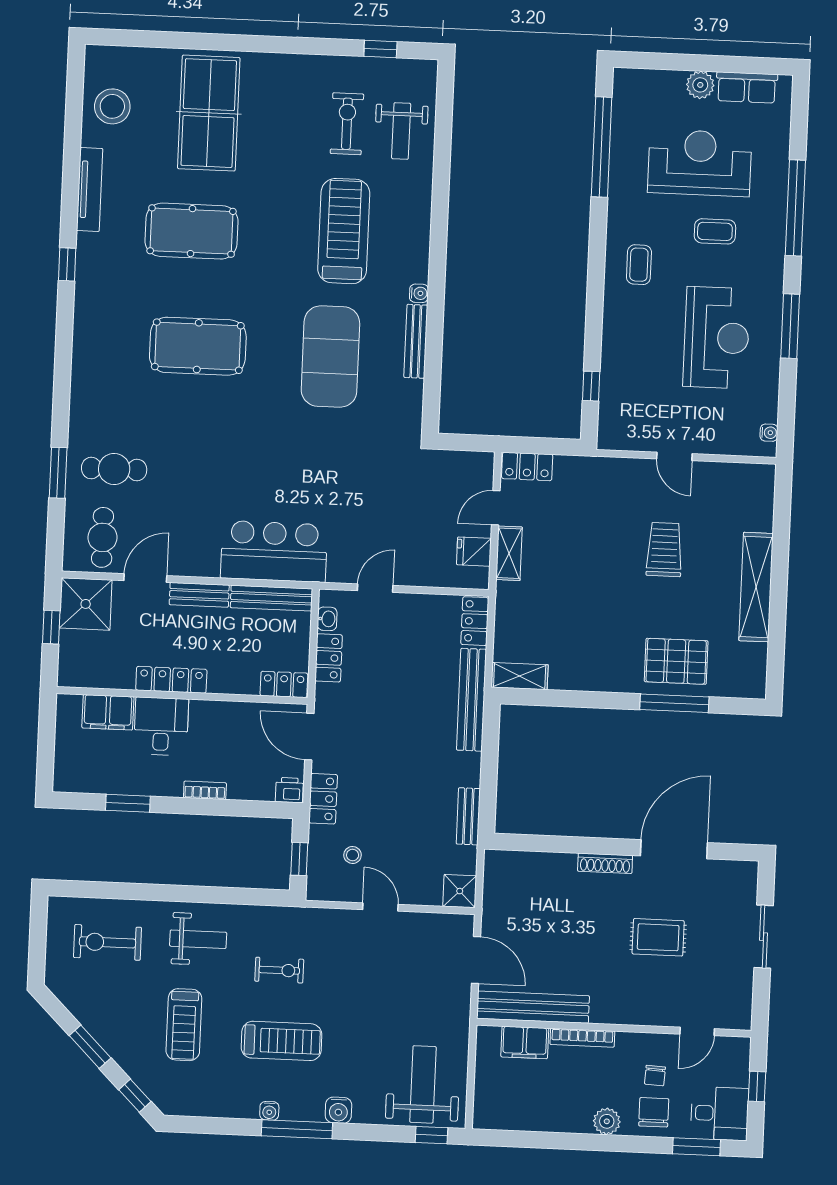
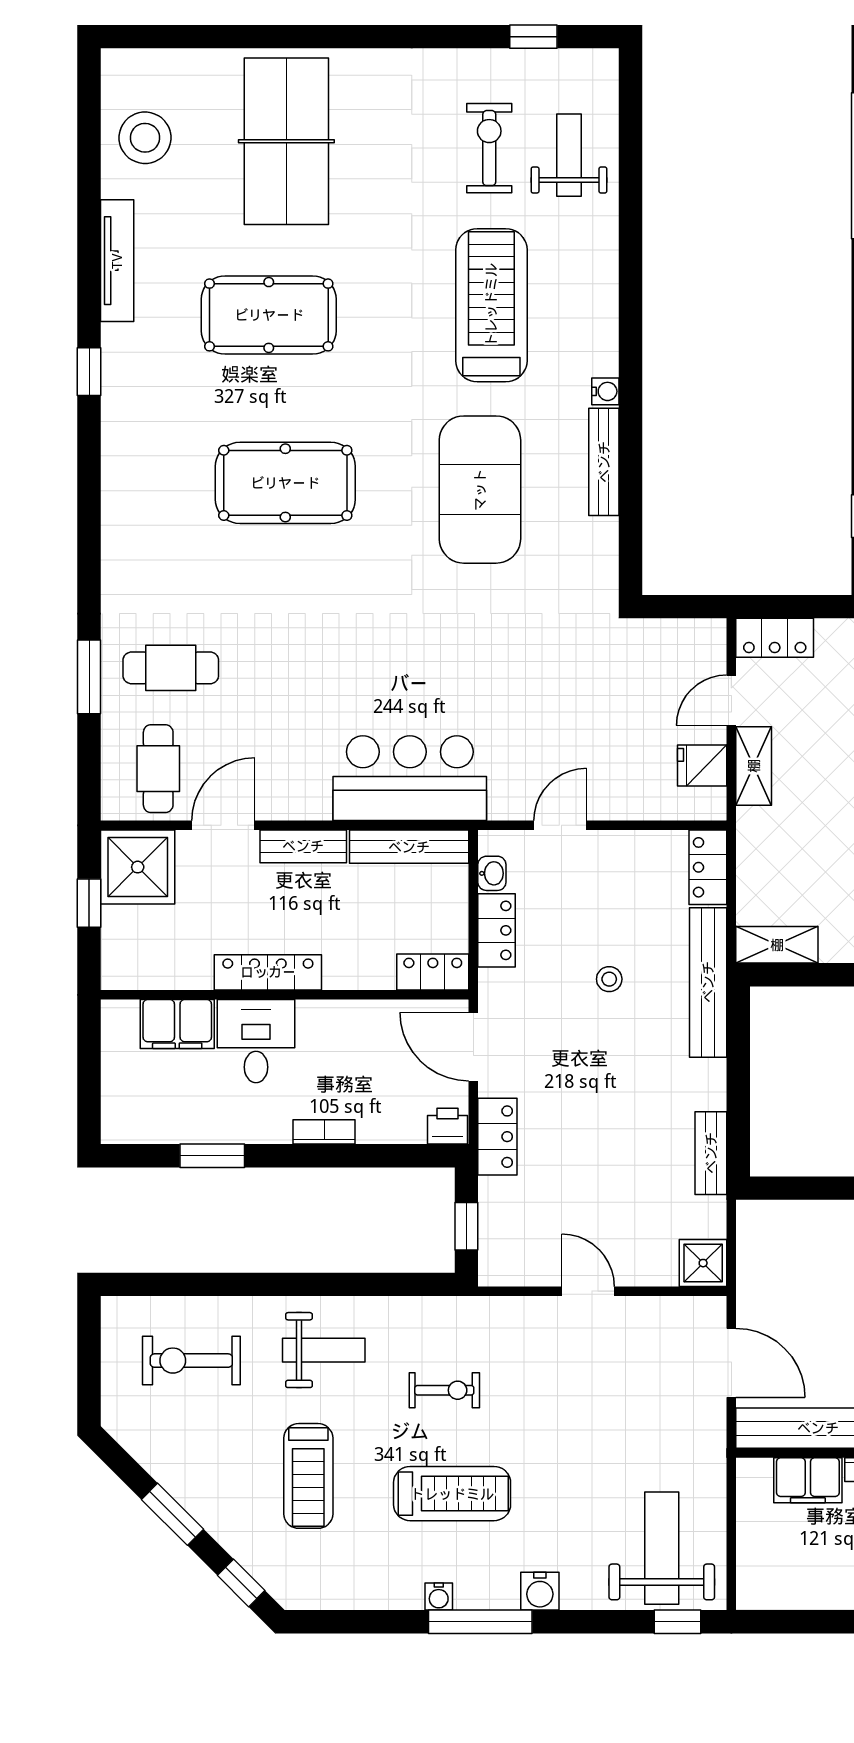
weight bench: (401, 131) -> (569, 155), turned 180
stool: (353, 855) -> (609, 979), moved

